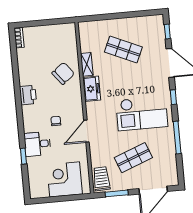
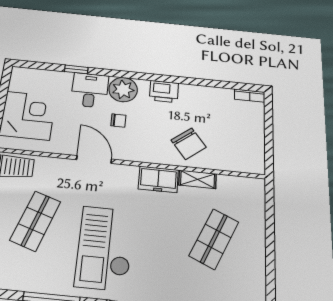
plant: (32, 122) -> (123, 90), added
shop shelf: (133, 158) -> (35, 221), turned 39

